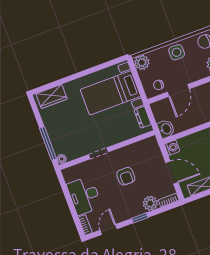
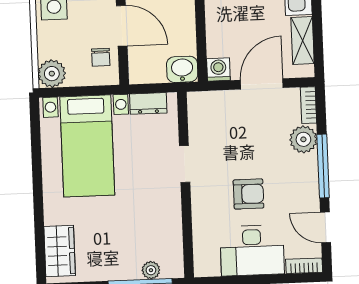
doorway: (98, 153) -> (185, 164), moved
plant: (62, 159) -> (151, 270), moved
armchair: (126, 176) -> (248, 194), moved
window: (140, 218) -> (323, 166), width x2.17

